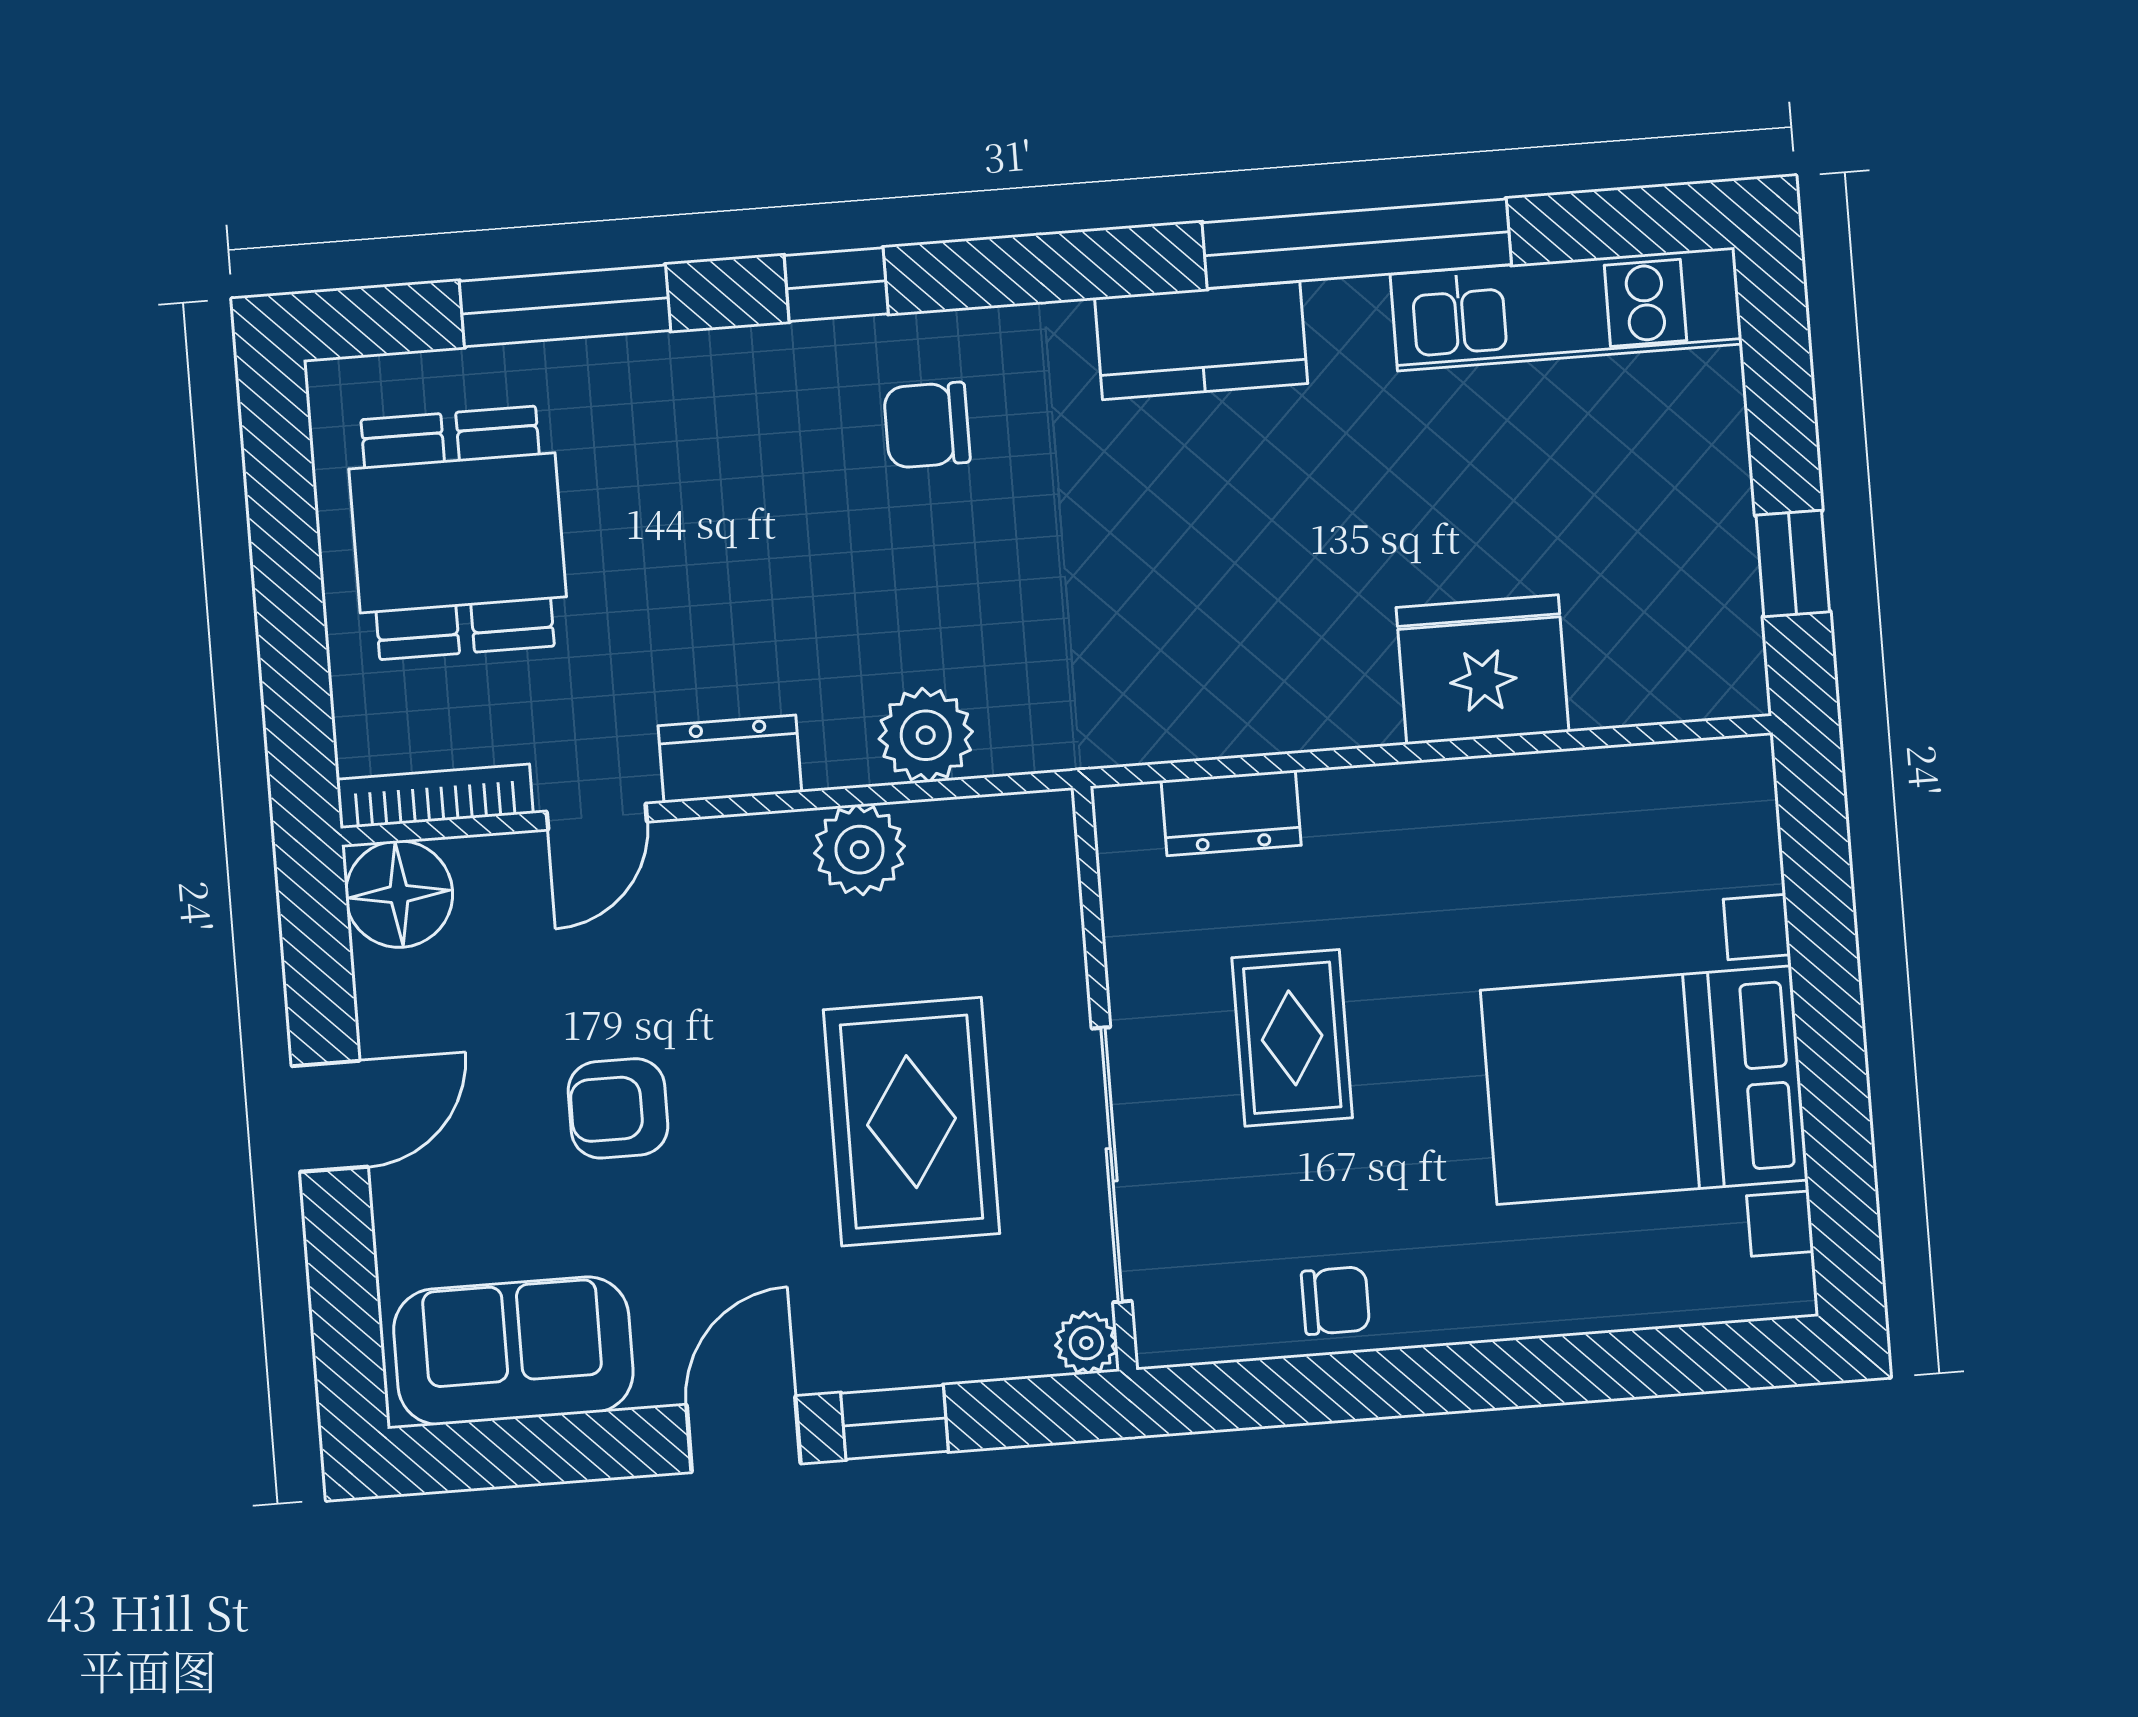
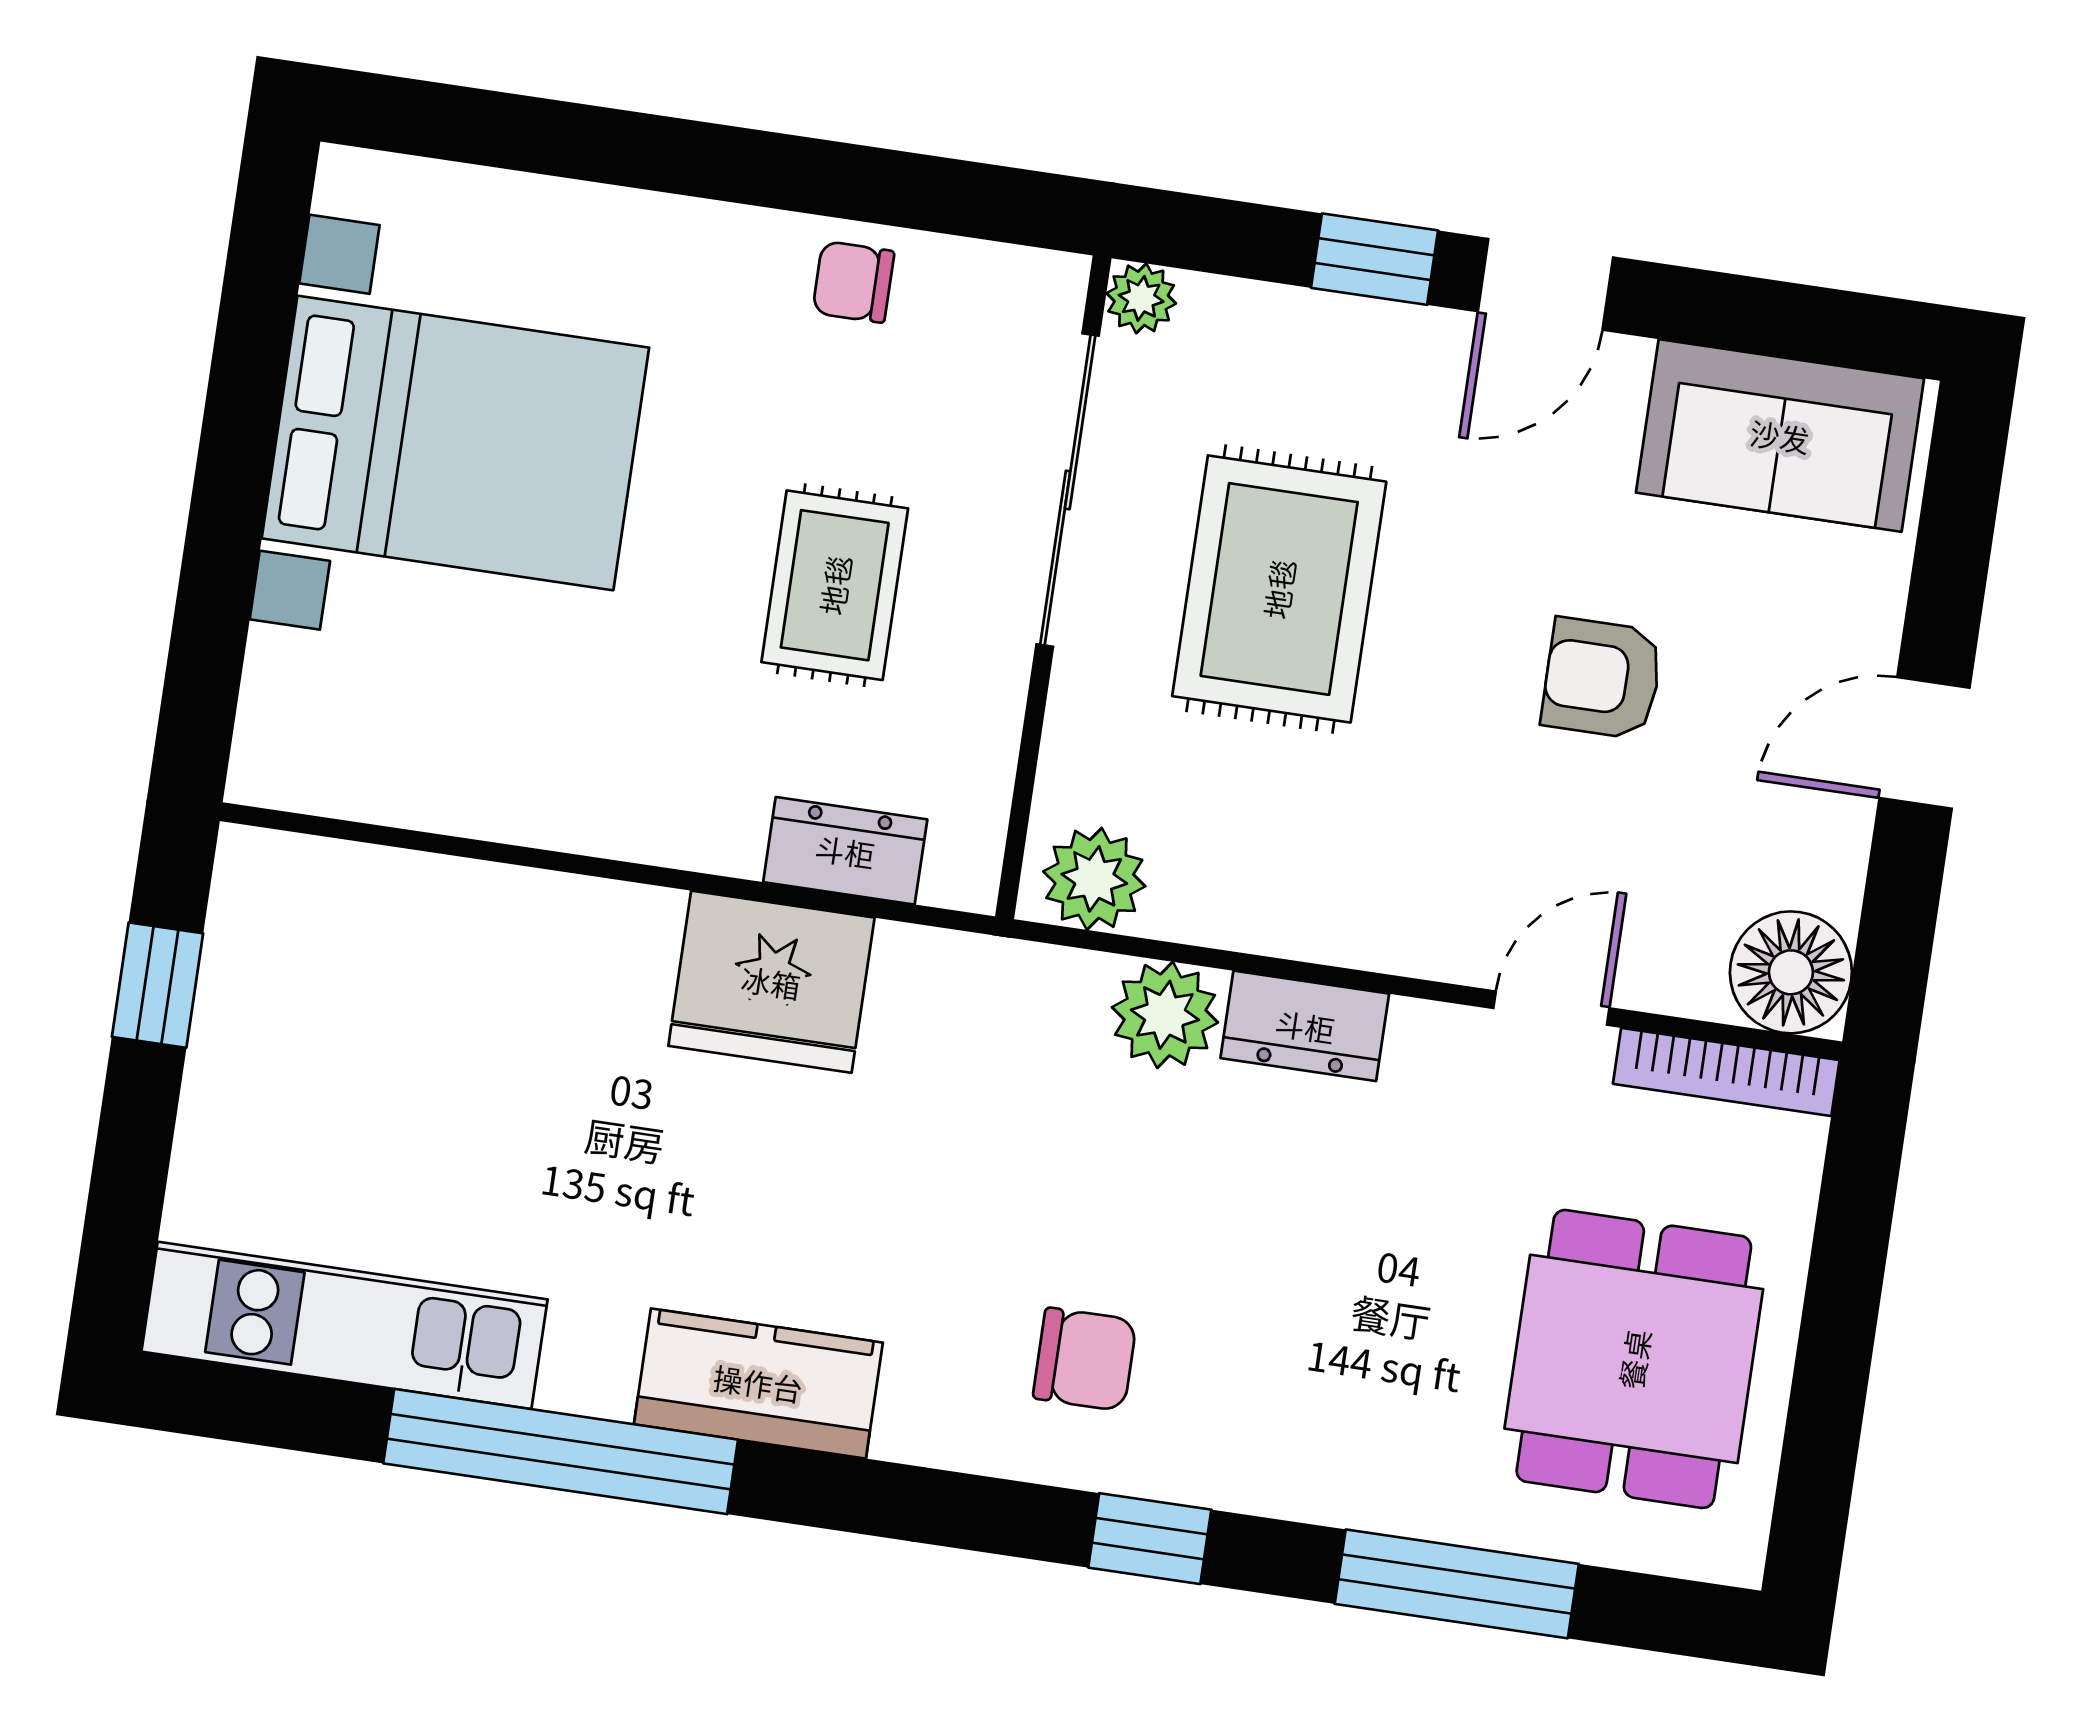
fridge: (1483, 670) -> (771, 982), moved
dresser: (730, 759) -> (1305, 1026), moved
plant: (860, 850) -> (1094, 879), moved
armchair: (618, 1108) -> (1602, 678), turned 180

